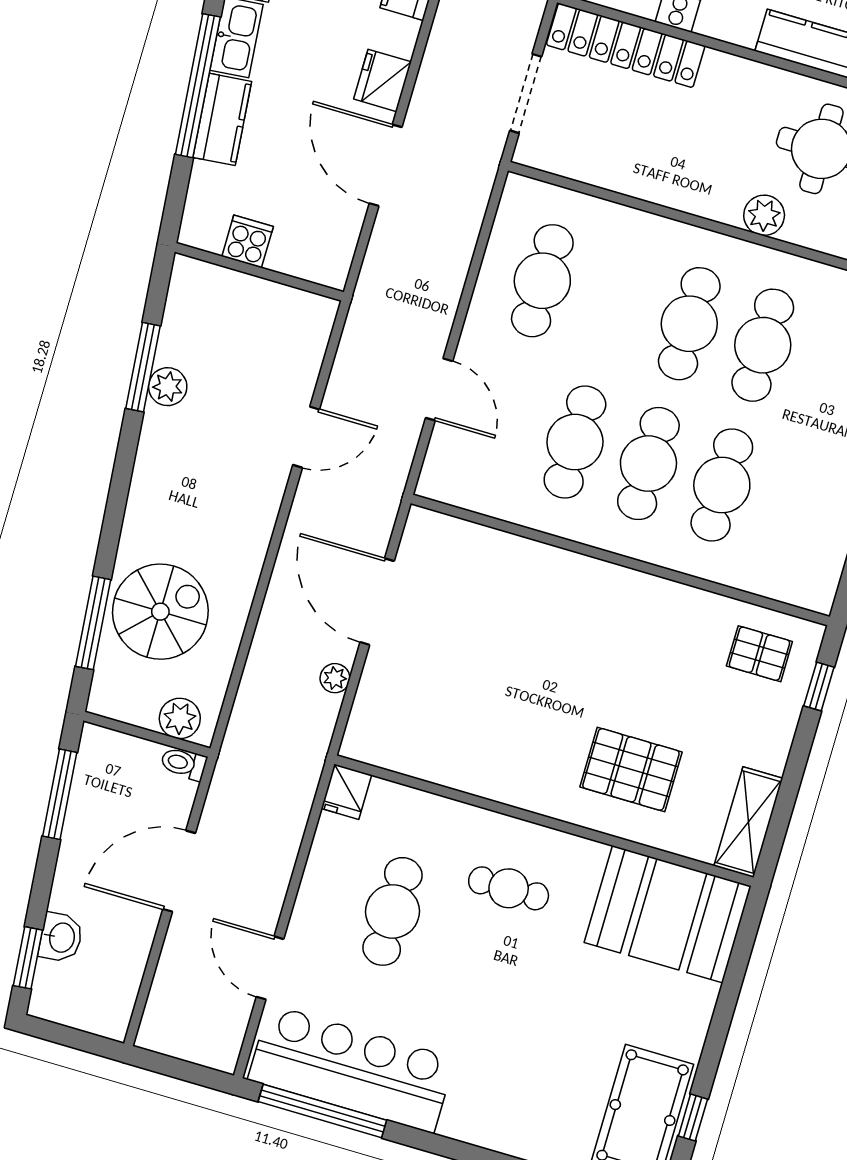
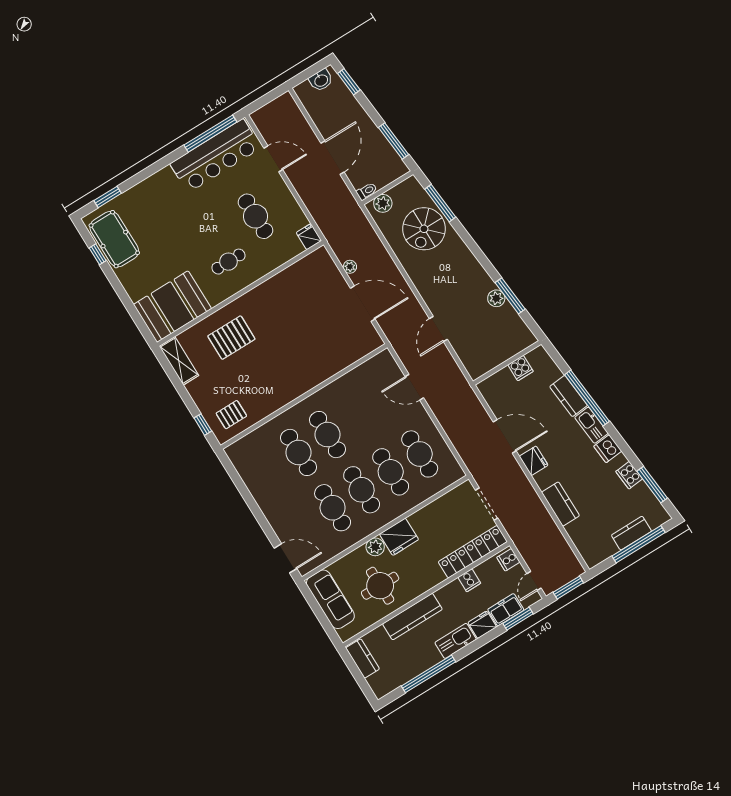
fridge: (712, 191) -> (399, 537), added
cafe table: (575, 442) -> (391, 472), moved
washbasin: (61, 937) -> (321, 80), moved, turned -85

